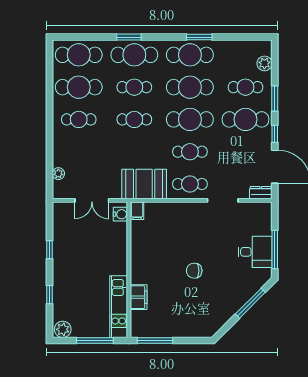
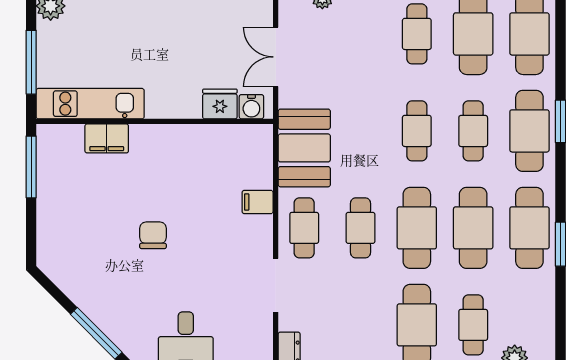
filing cabinet: (137, 211) -> (258, 202), moved
fridge: (119, 232) -> (220, 104), added

